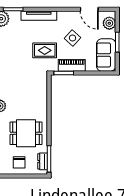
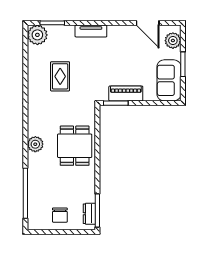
tv unit: (39, 16) -> (91, 31), width x0.71
side table: (73, 38) -> (127, 59), removed
rug: (45, 50) -> (60, 76), moved, turned 90
dining table: (26, 133) -> (75, 146), moved, turned 90

